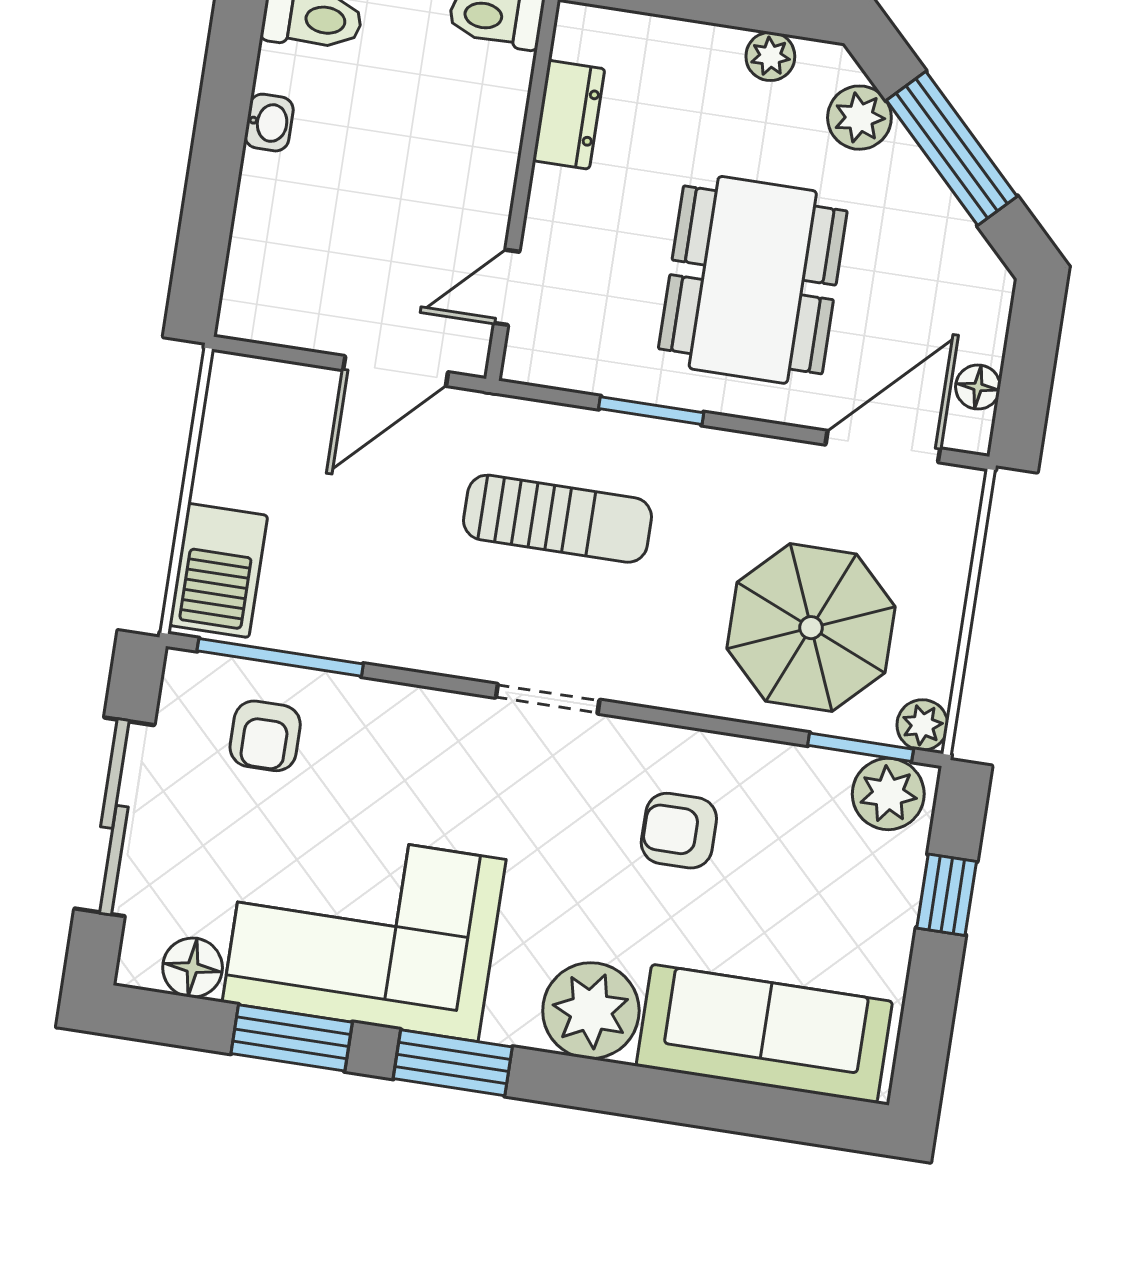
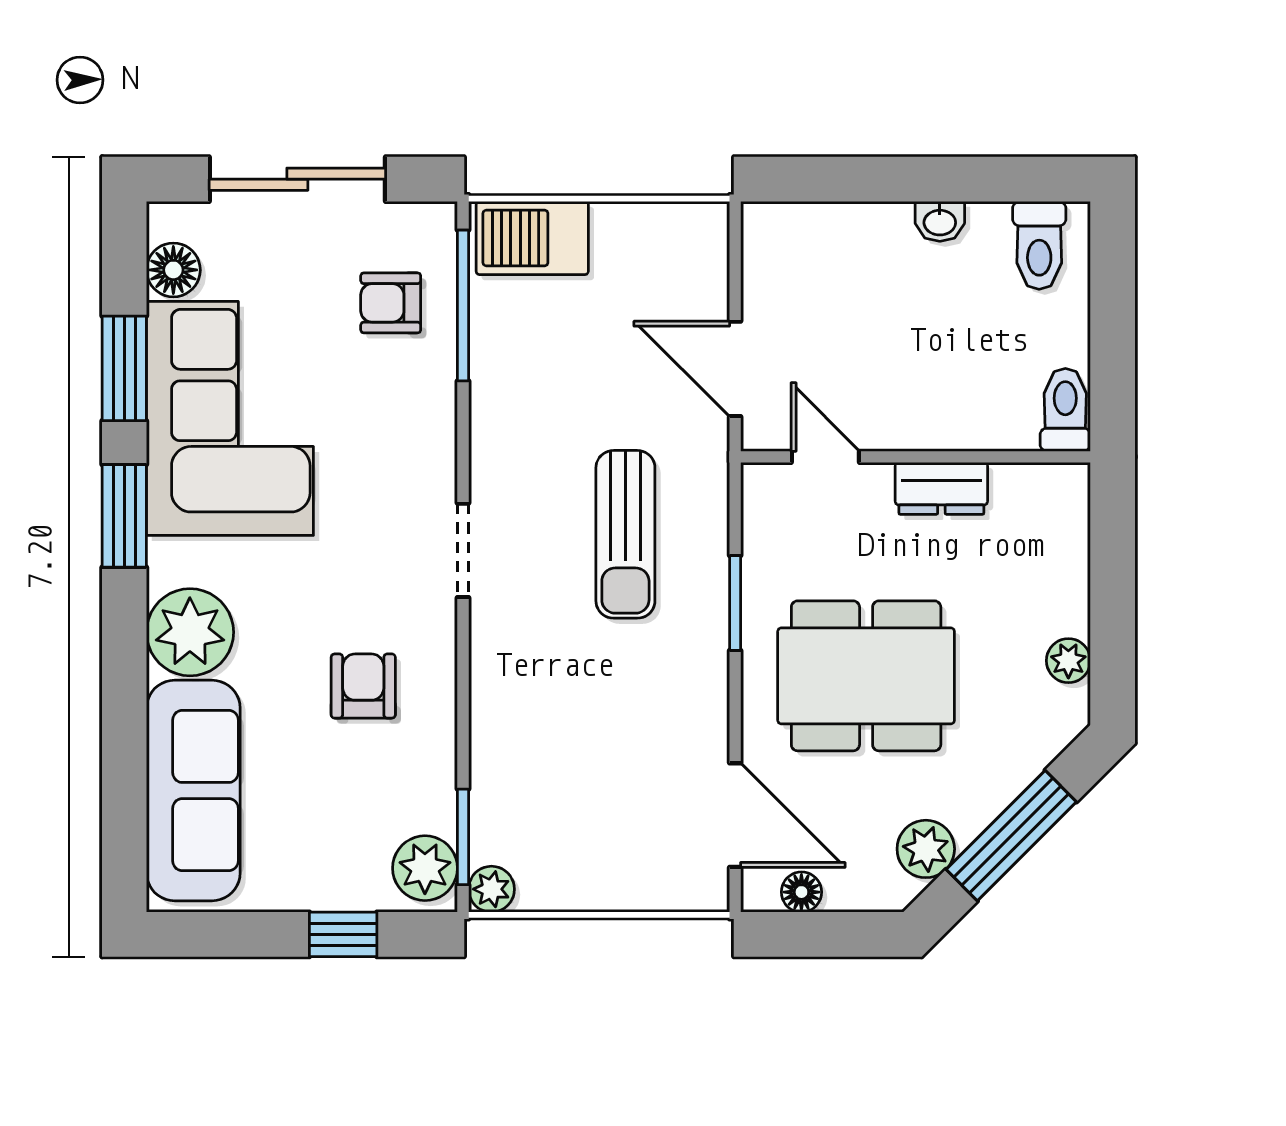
dresser: (569, 115) -> (941, 488), moved
plant: (859, 118) -> (926, 849), moved
parasol: (811, 628) -> (563, 776), removed

